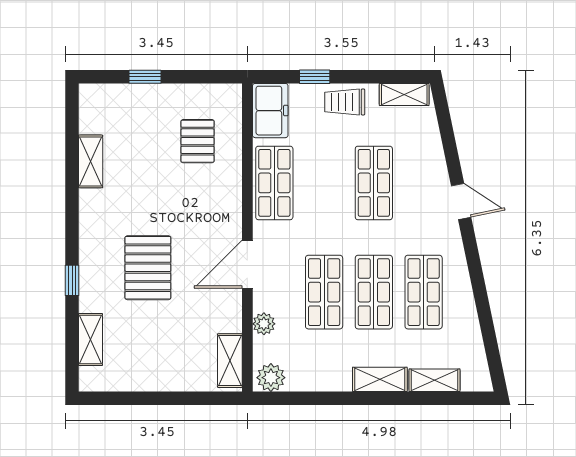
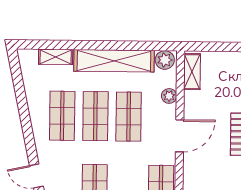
shelving: (380, 379) -> (114, 61), width x2.20, depth x1.33

